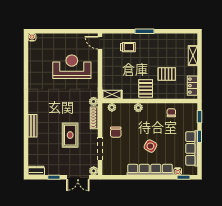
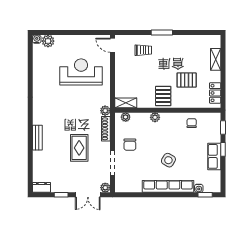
plant: (42, 39) -> (48, 41), added
row of seats: (192, 148) -> (214, 156), width x0.68

